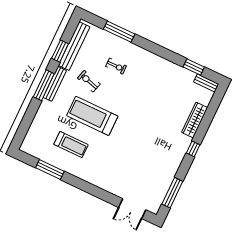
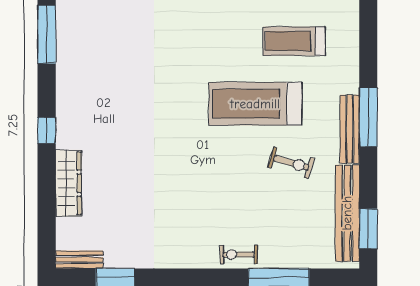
window: (60, 51) -> (368, 229), moved
exercise bike: (116, 66) -> (239, 255), moved
treadmill: (92, 116) -> (255, 104), turned 180
treadmill: (71, 145) -> (294, 41), moved

